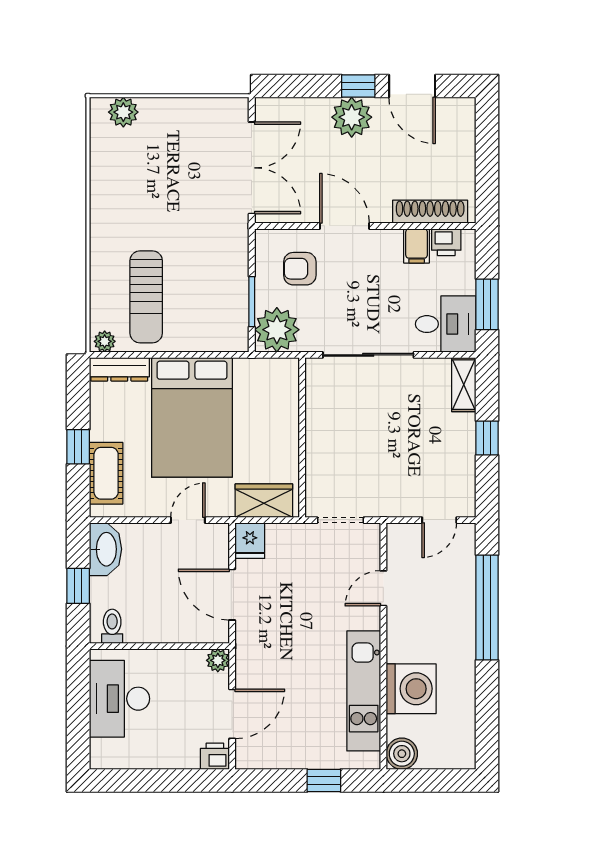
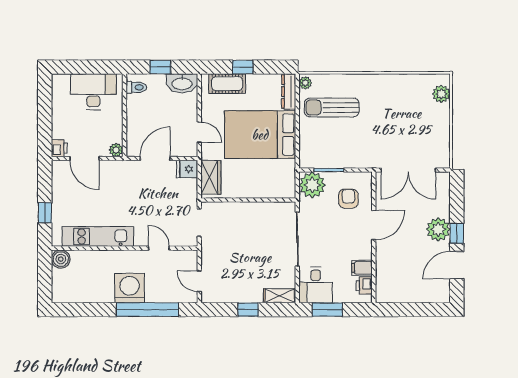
shoe rack: (430, 212) -> (382, 276), removed
washing machine: (411, 689) -> (130, 288), moved, turned 180

